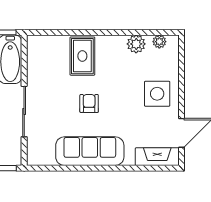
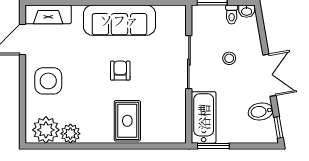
plant: (159, 42) -> (46, 130), width x1.88, depth x1.88
armchair: (89, 103) -> (120, 71), turned 180

